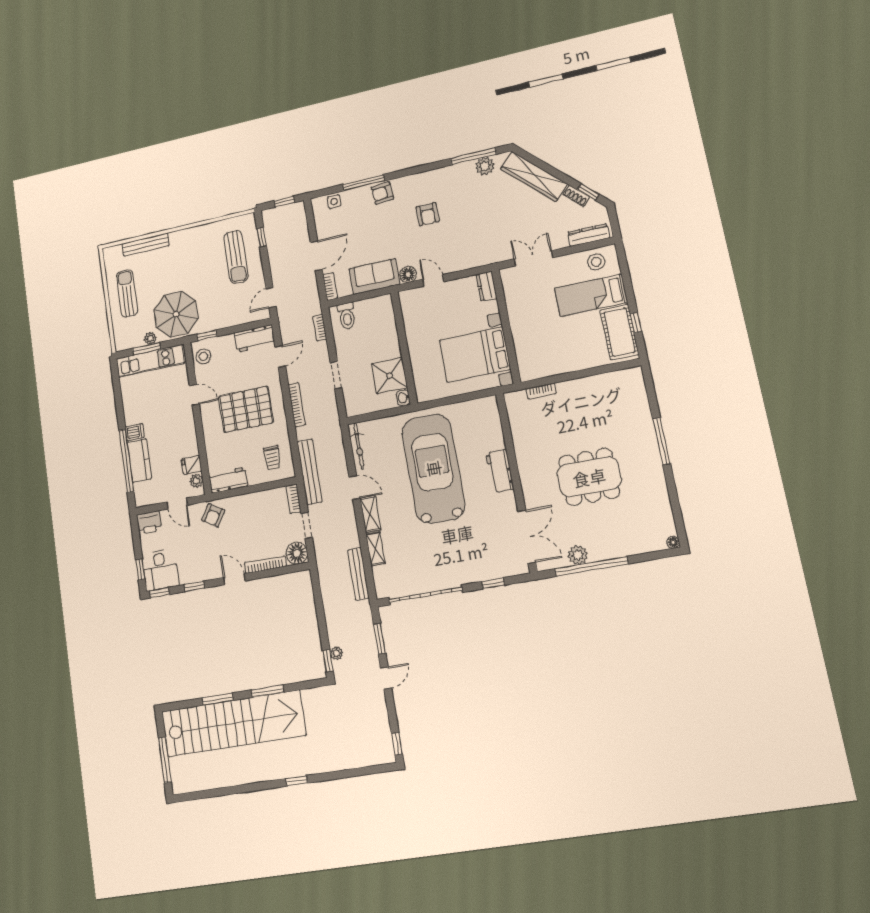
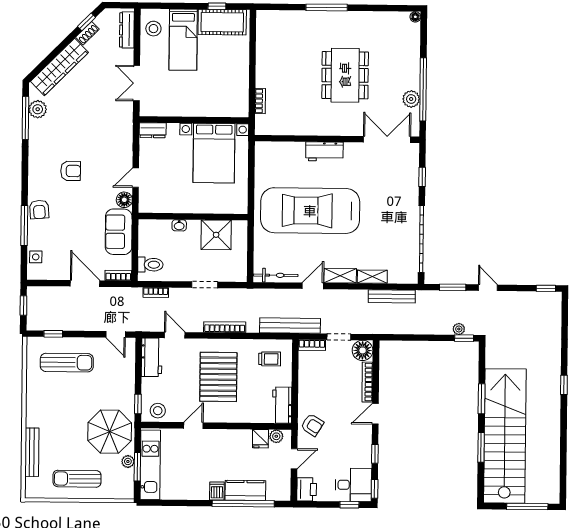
washbasin: (403, 398) -> (179, 225), moved

